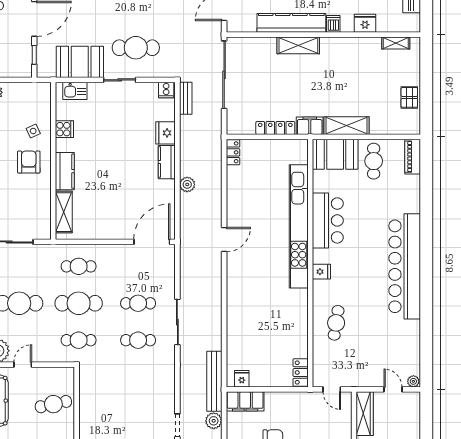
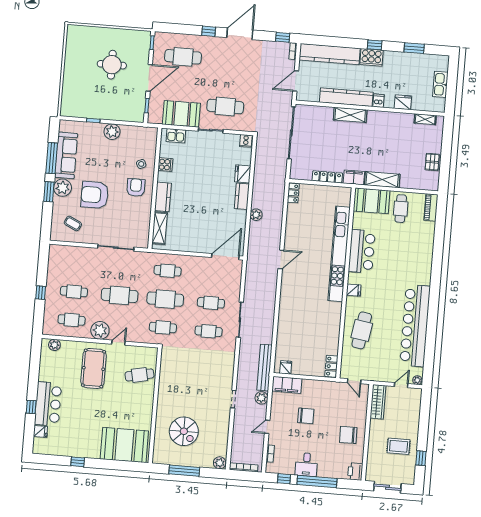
bench: (186, 98) -> (260, 148), removed
bar counter: (405, 266) -> (415, 326), moved
cafe table: (336, 323) -> (362, 330), width x1.37, depth x1.35
door: (393, 389) -> (401, 385), hinge flipped

